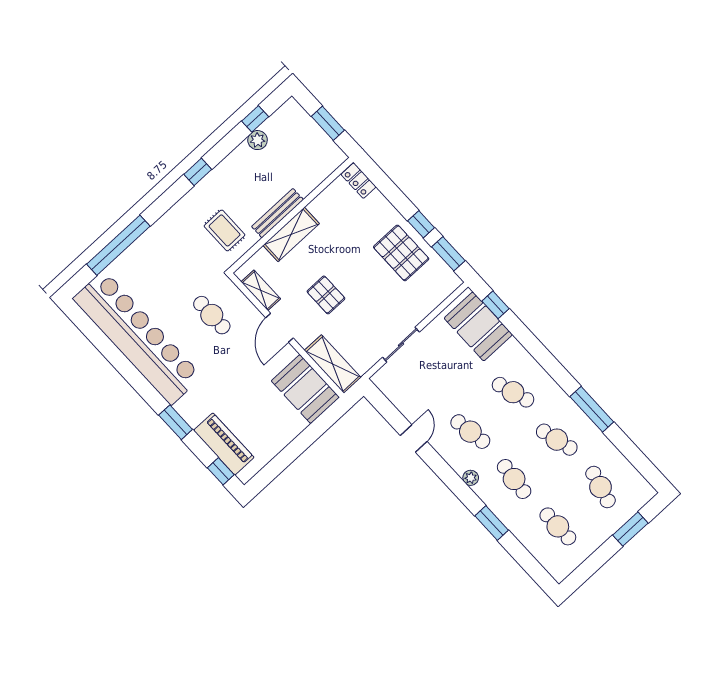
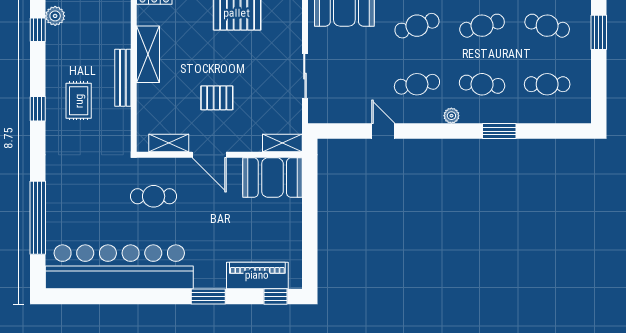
plant: (258, 140) -> (55, 16), moved
rug: (225, 230) -> (79, 101), moved, turned 90
shelving: (291, 234) -> (148, 54), moved
shelving: (333, 364) -> (282, 143), width x0.67, depth x0.75

